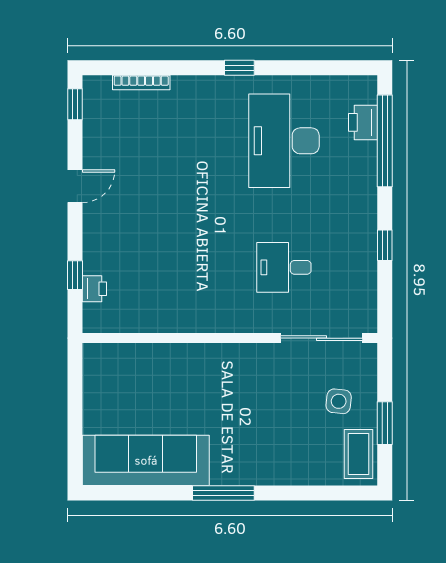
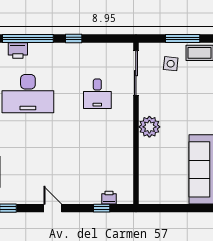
window: (385, 245) -> (74, 39), moved
plant: (224, 363) -> (149, 127), added
window: (385, 423) -> (183, 39), width x1.44

